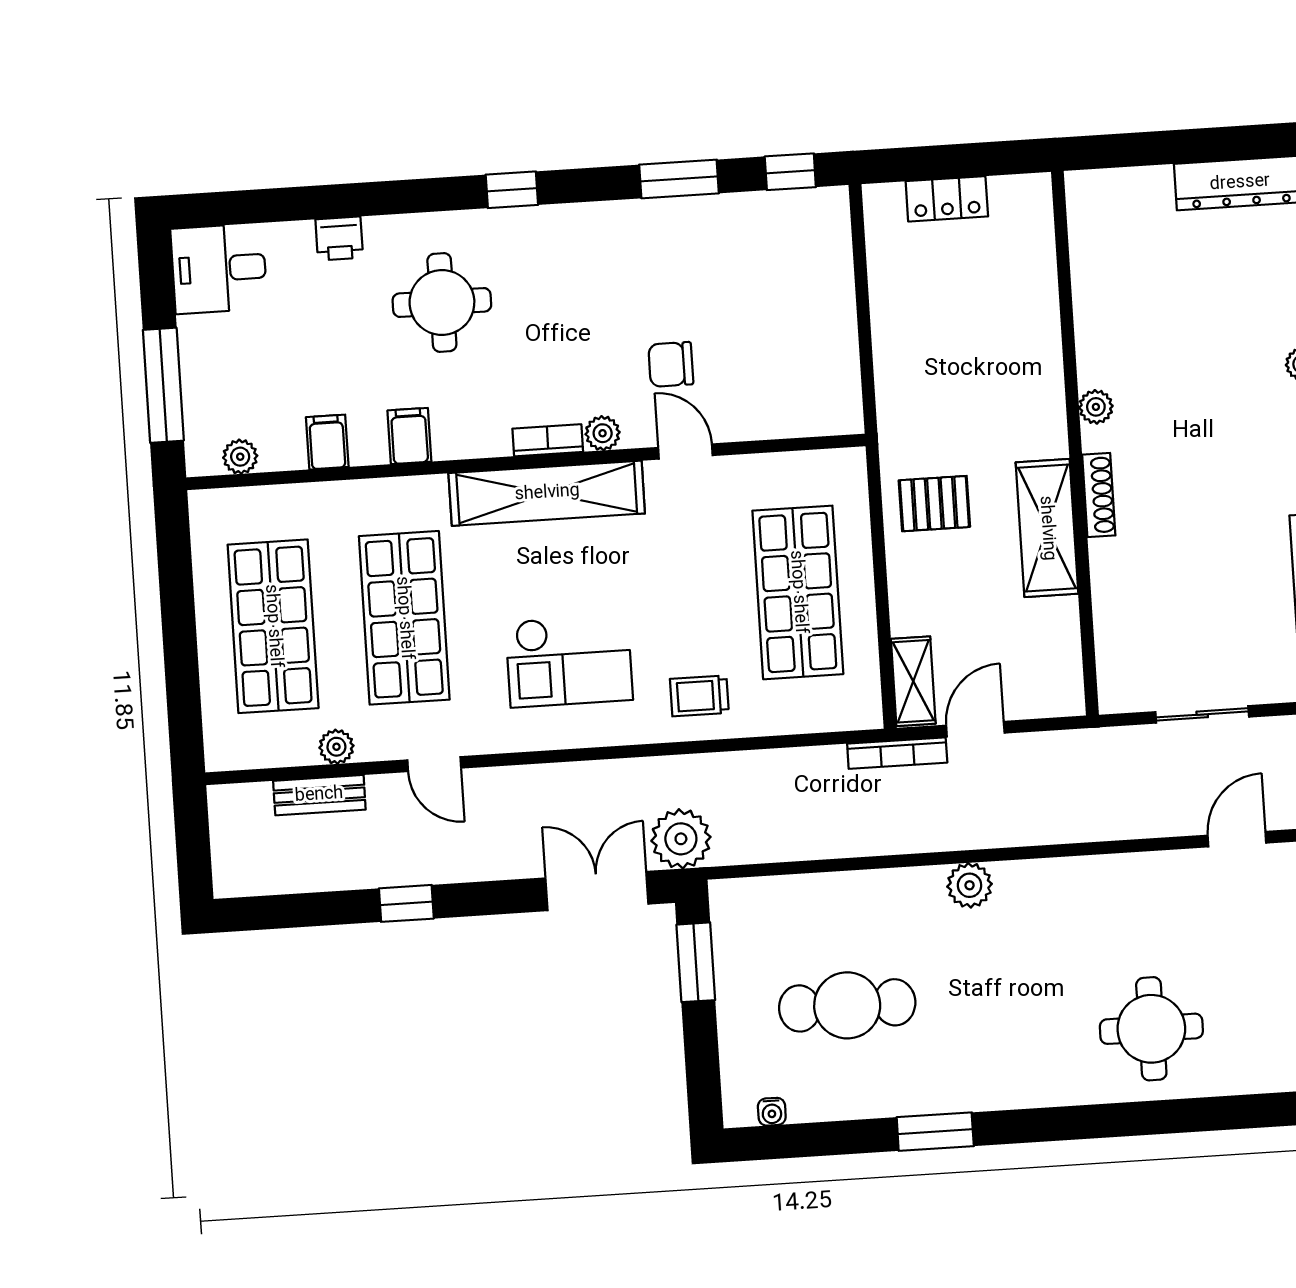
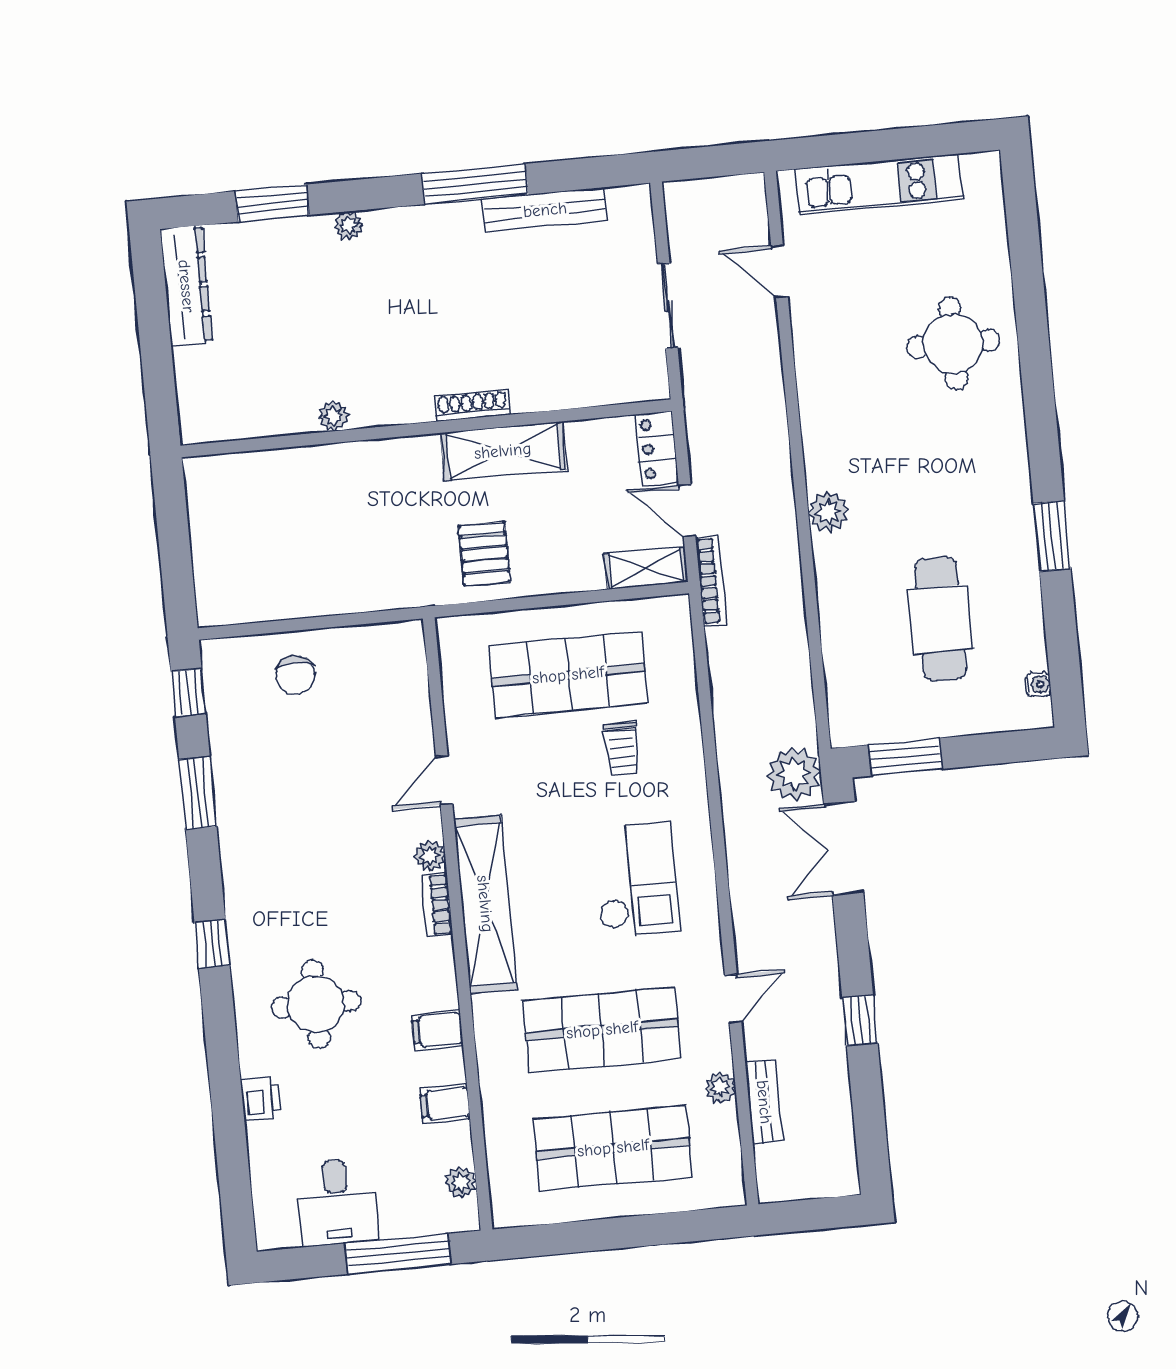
locker: (947, 199) -> (657, 449), moved, turned 180
desk: (219, 269) -> (337, 1202), moved
chair: (671, 364) -> (295, 675), moved
plant: (1096, 407) -> (334, 416), moved
trolley: (699, 696) -> (622, 749), moved

